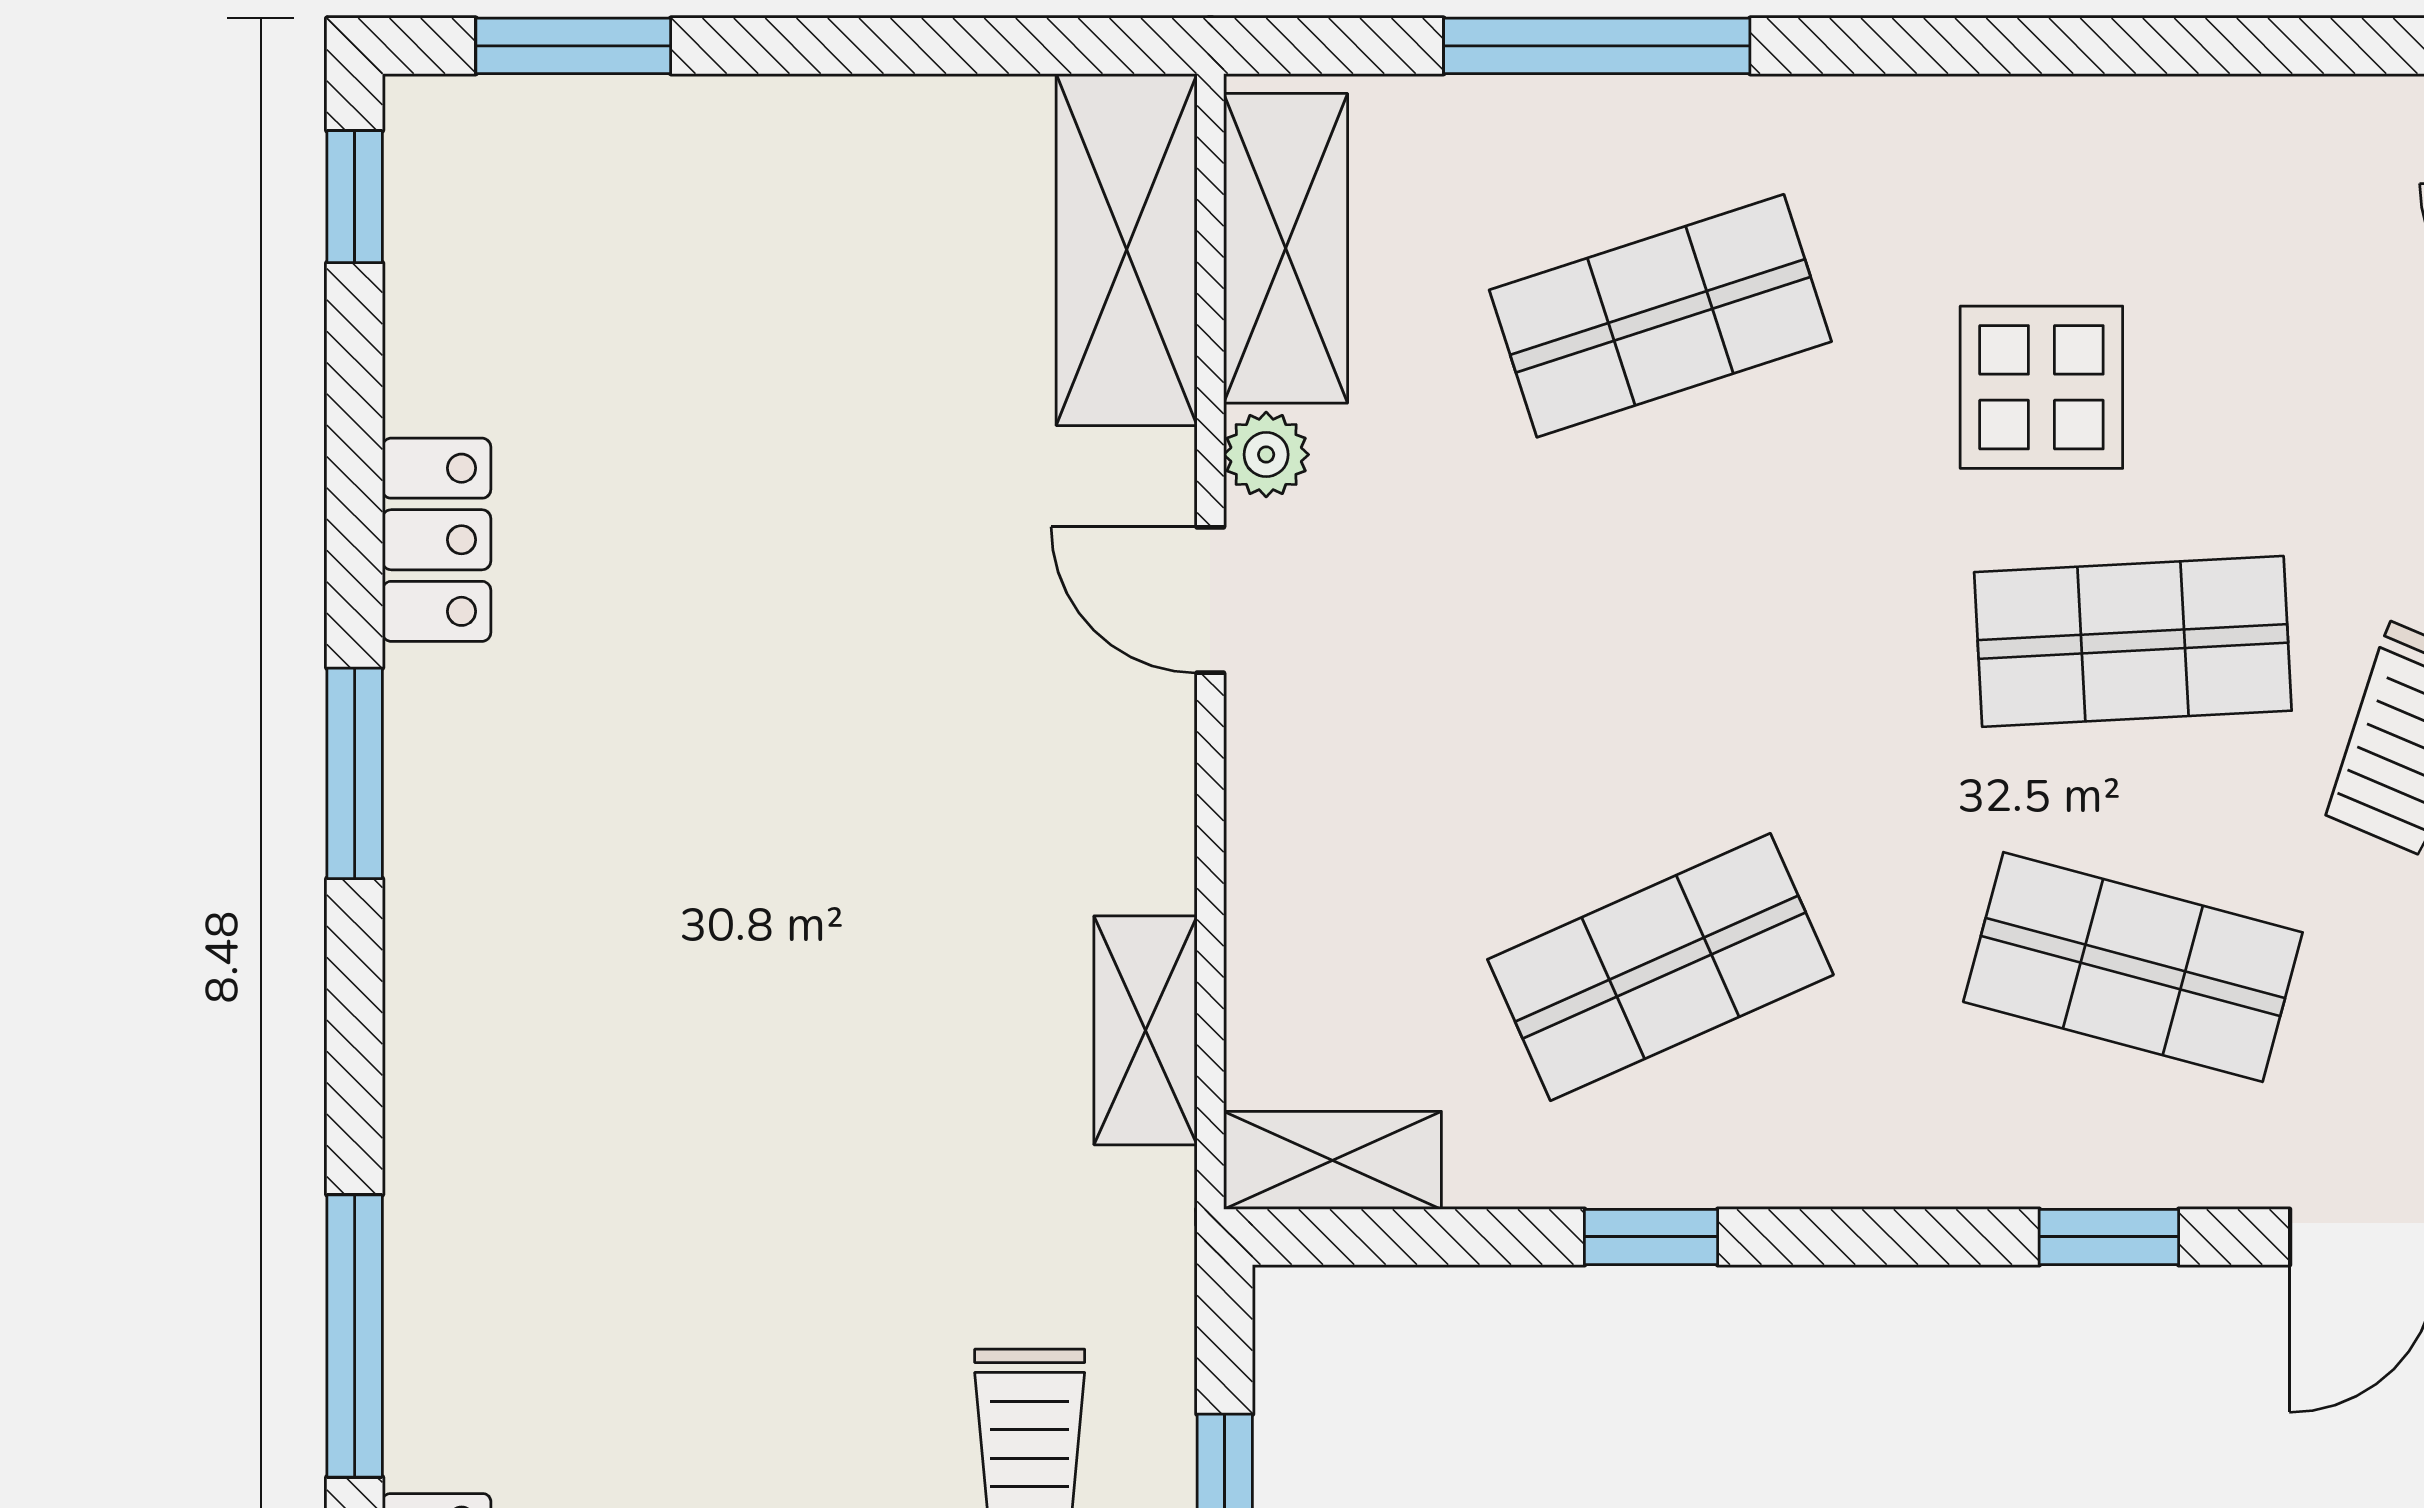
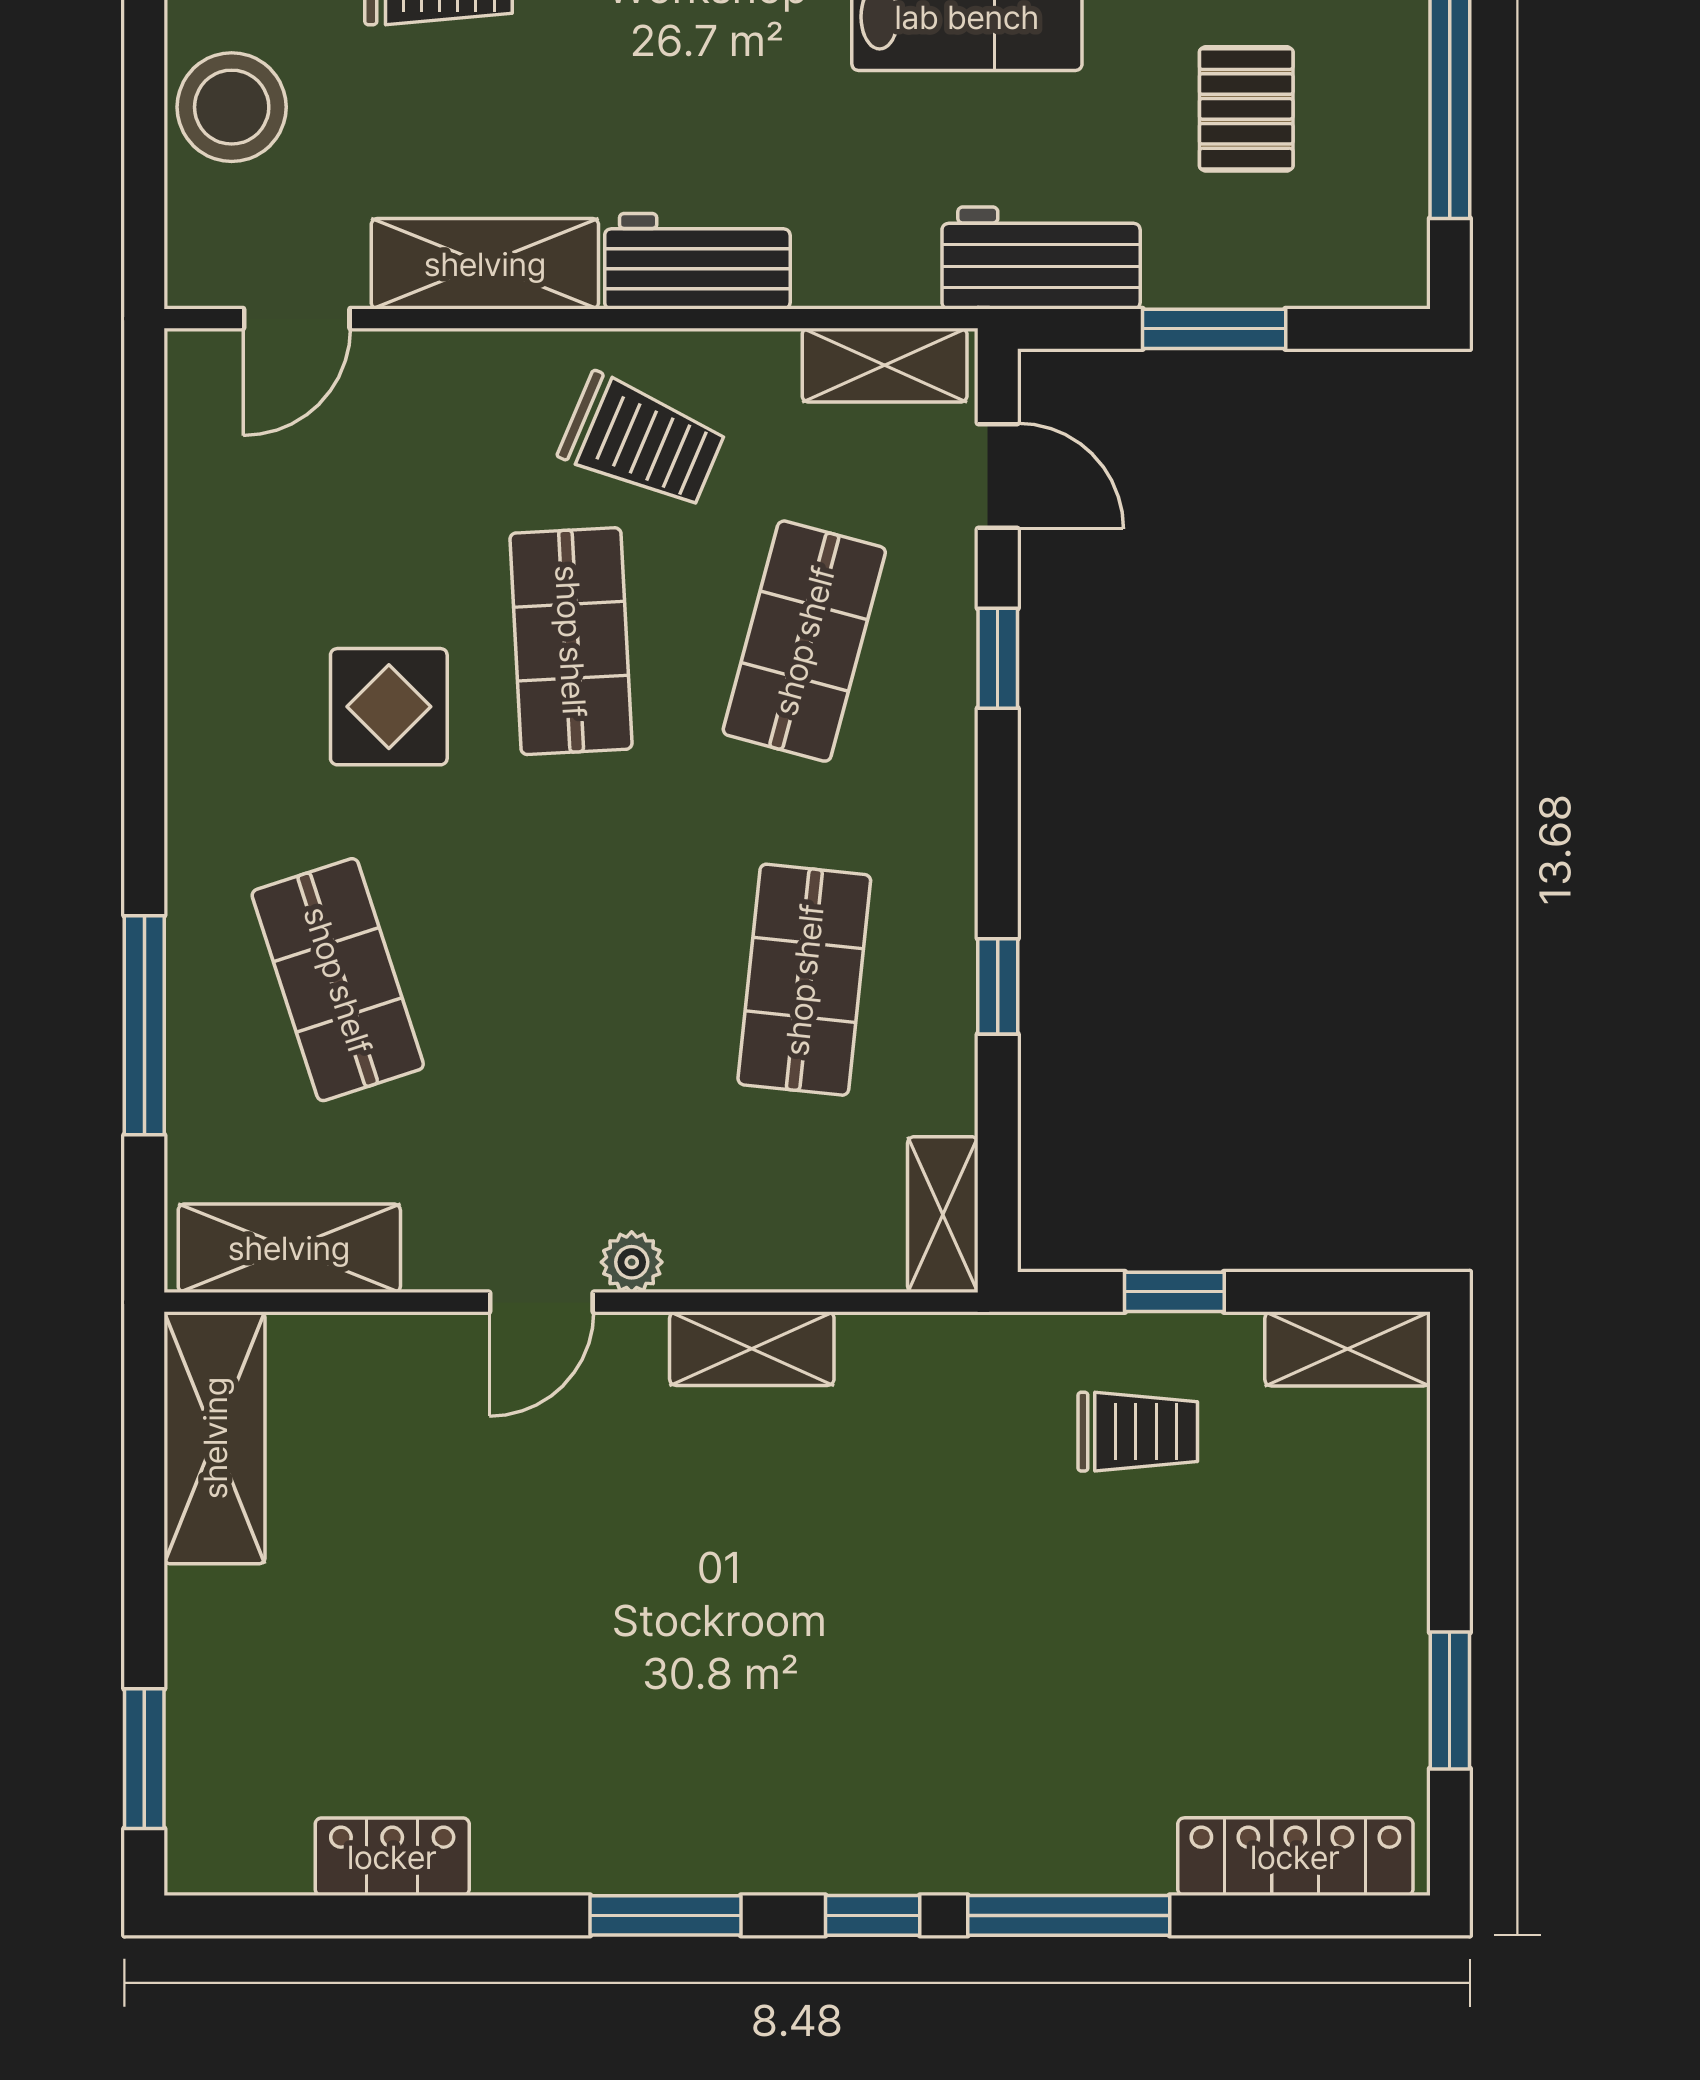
window: (355, 197) -> (873, 1915), moved
shelving: (1127, 250) -> (215, 1438), moved, turned 90
plant: (1266, 455) -> (632, 1262), moved
locker: (437, 540) -> (392, 1857), moved
shop shelf: (1660, 967) -> (804, 980), turned 30
shelving: (1146, 1030) -> (752, 1349), moved

